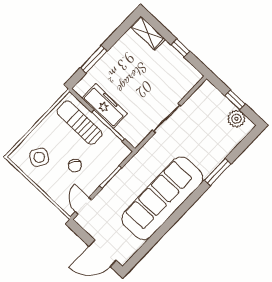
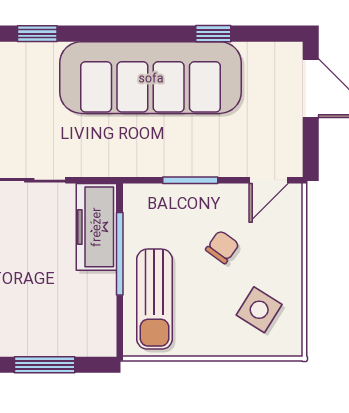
freezer: (105, 106) -> (96, 227), moved
window: (218, 172) -> (37, 34), width x0.67
window: (156, 237) -> (213, 34), added

